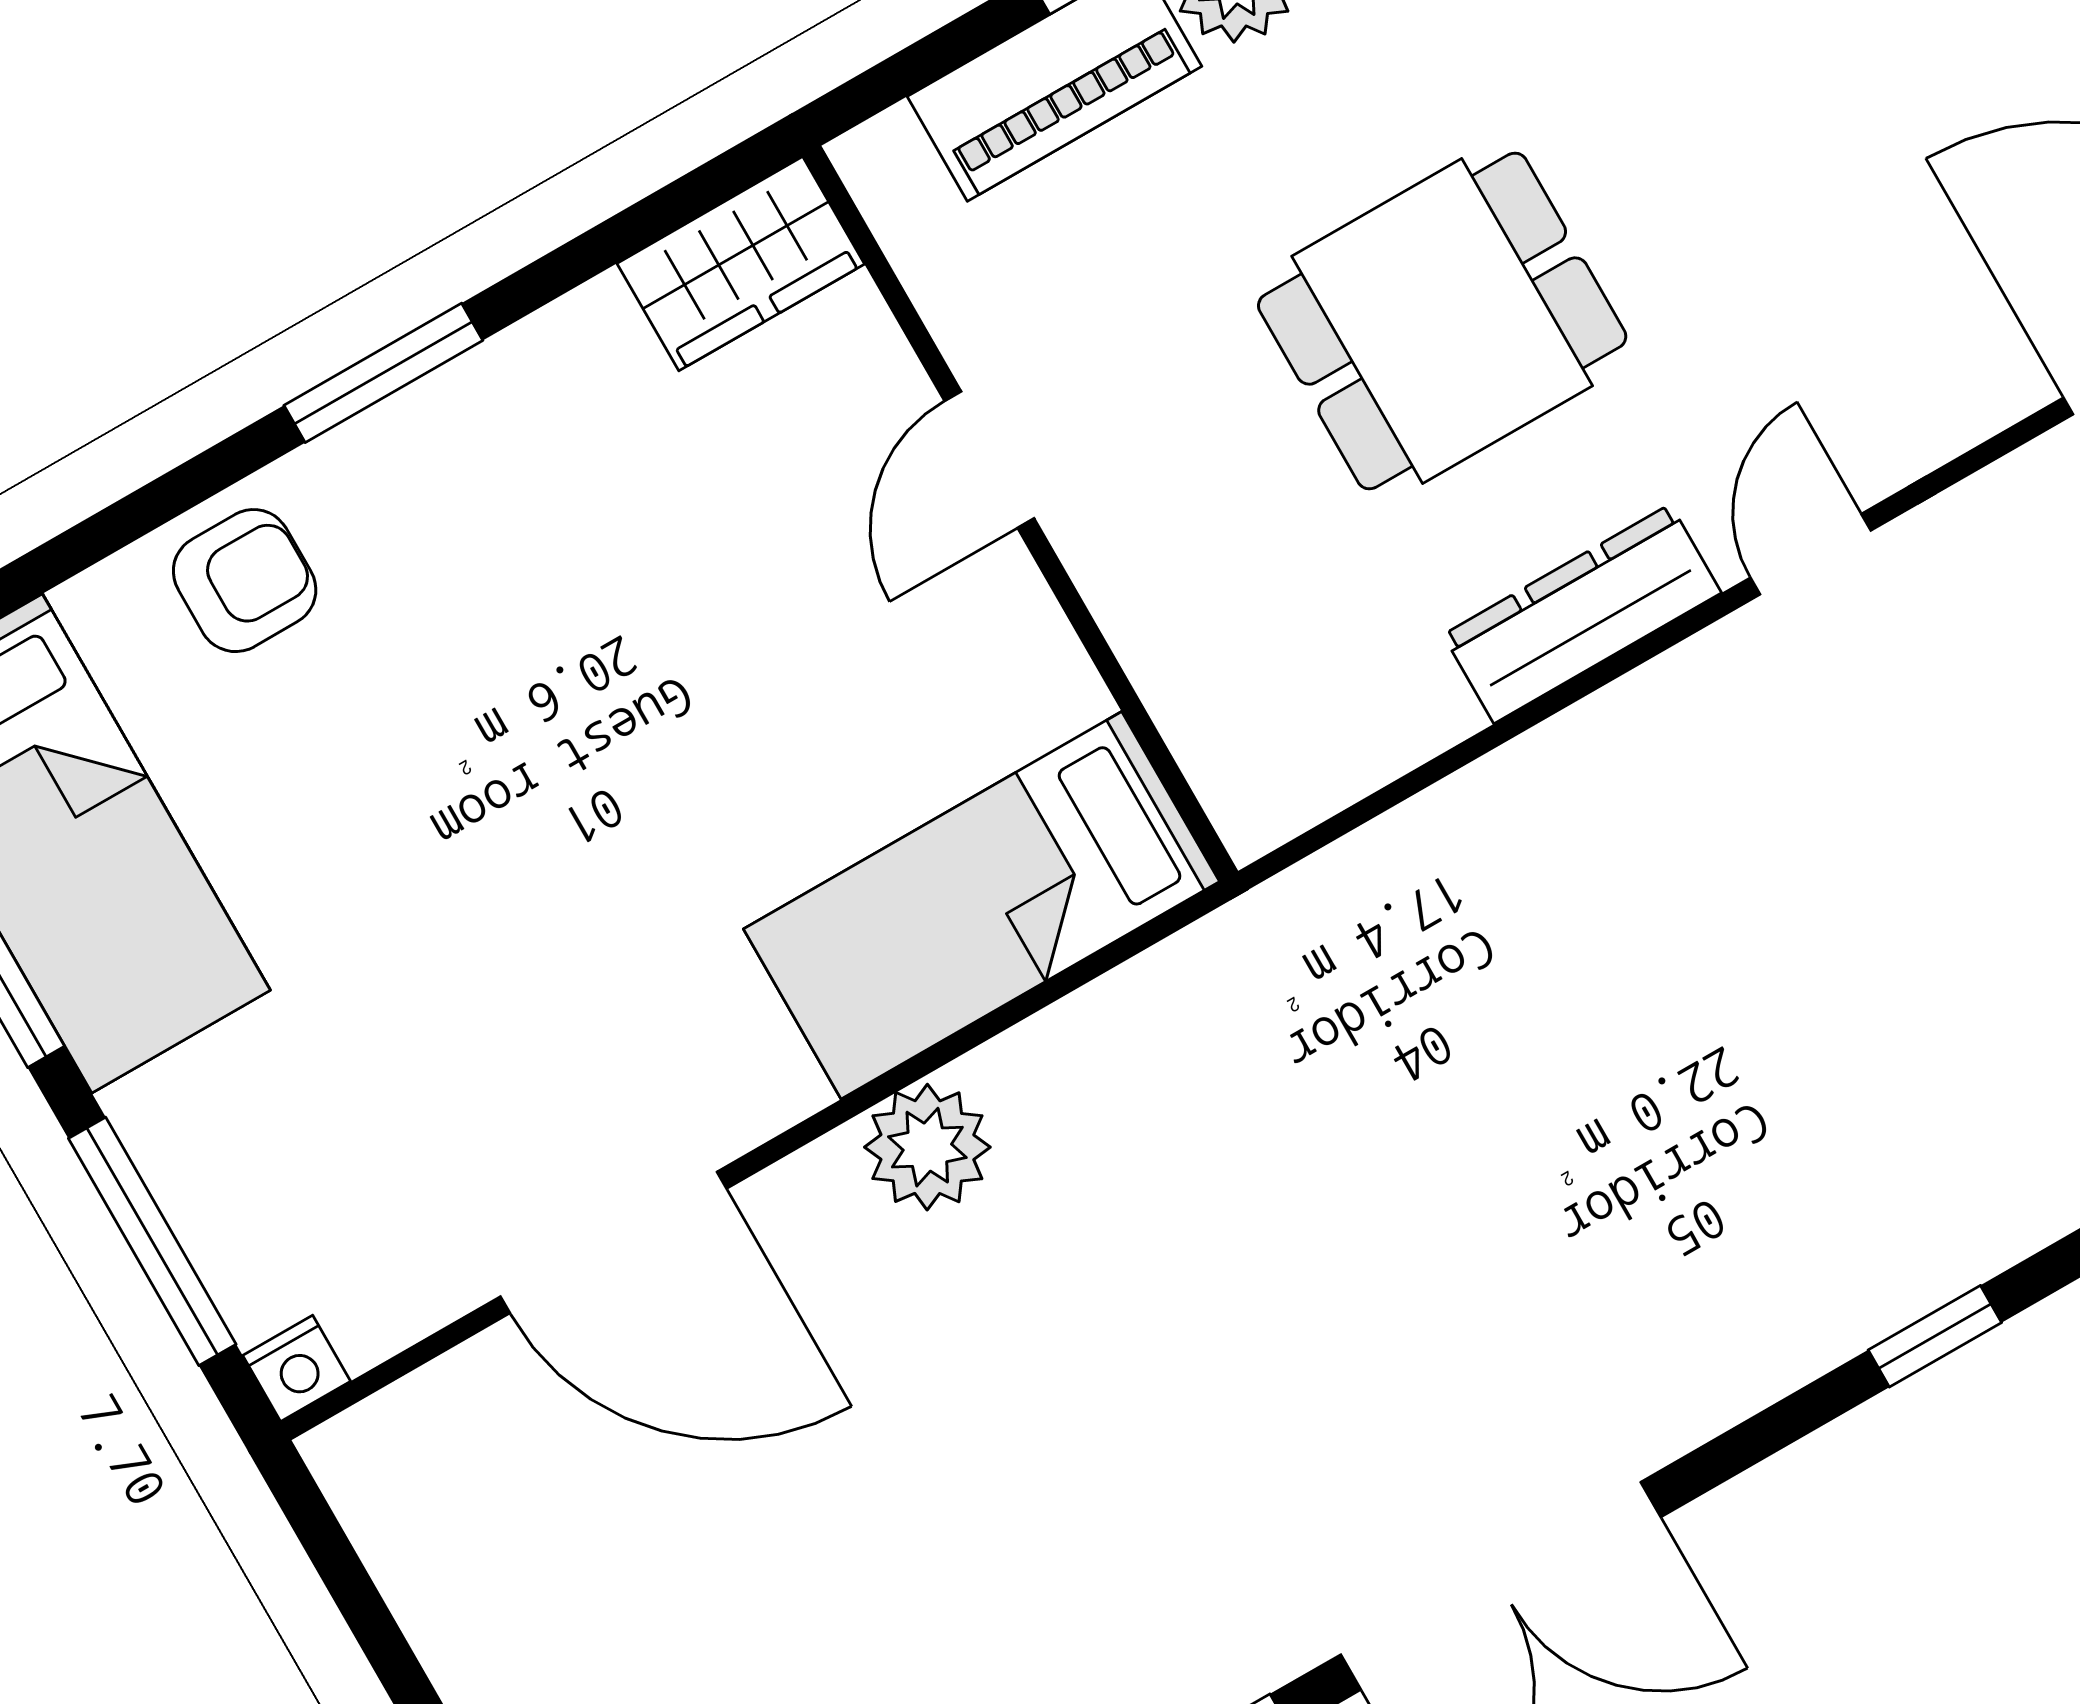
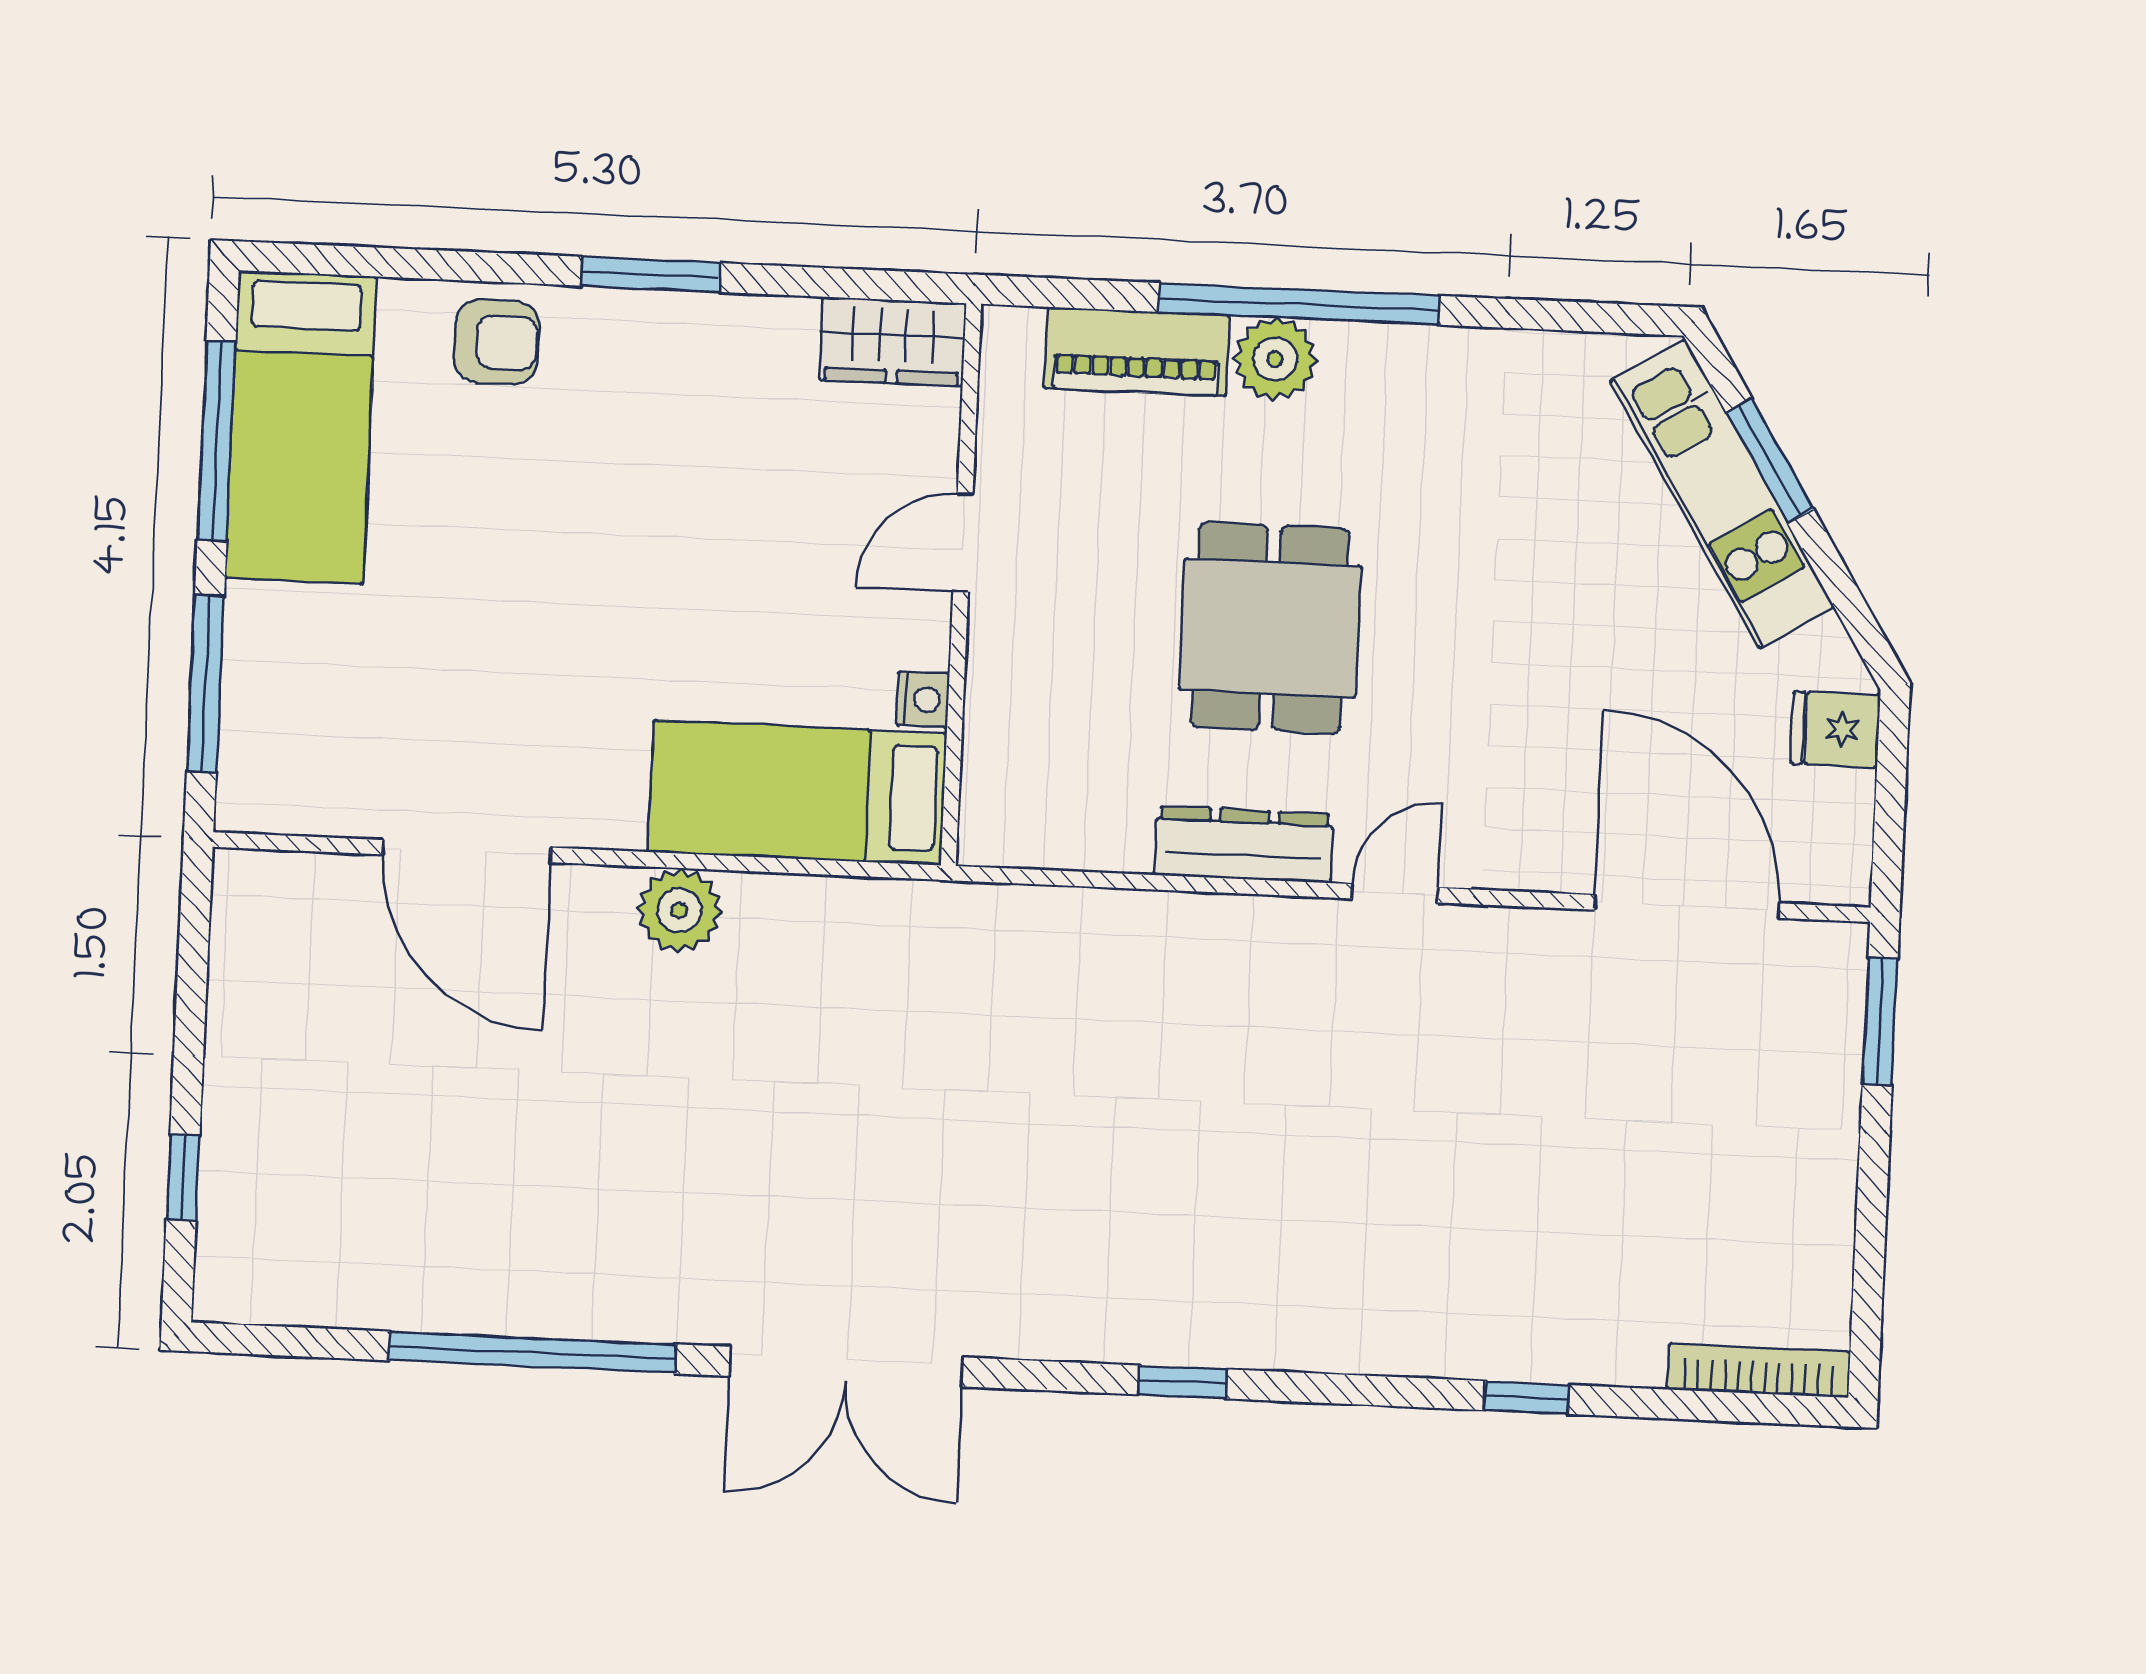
dining table: (1442, 321) -> (1270, 628), turned 90
nightstand: (297, 1368) -> (923, 699), moved, turned -90

